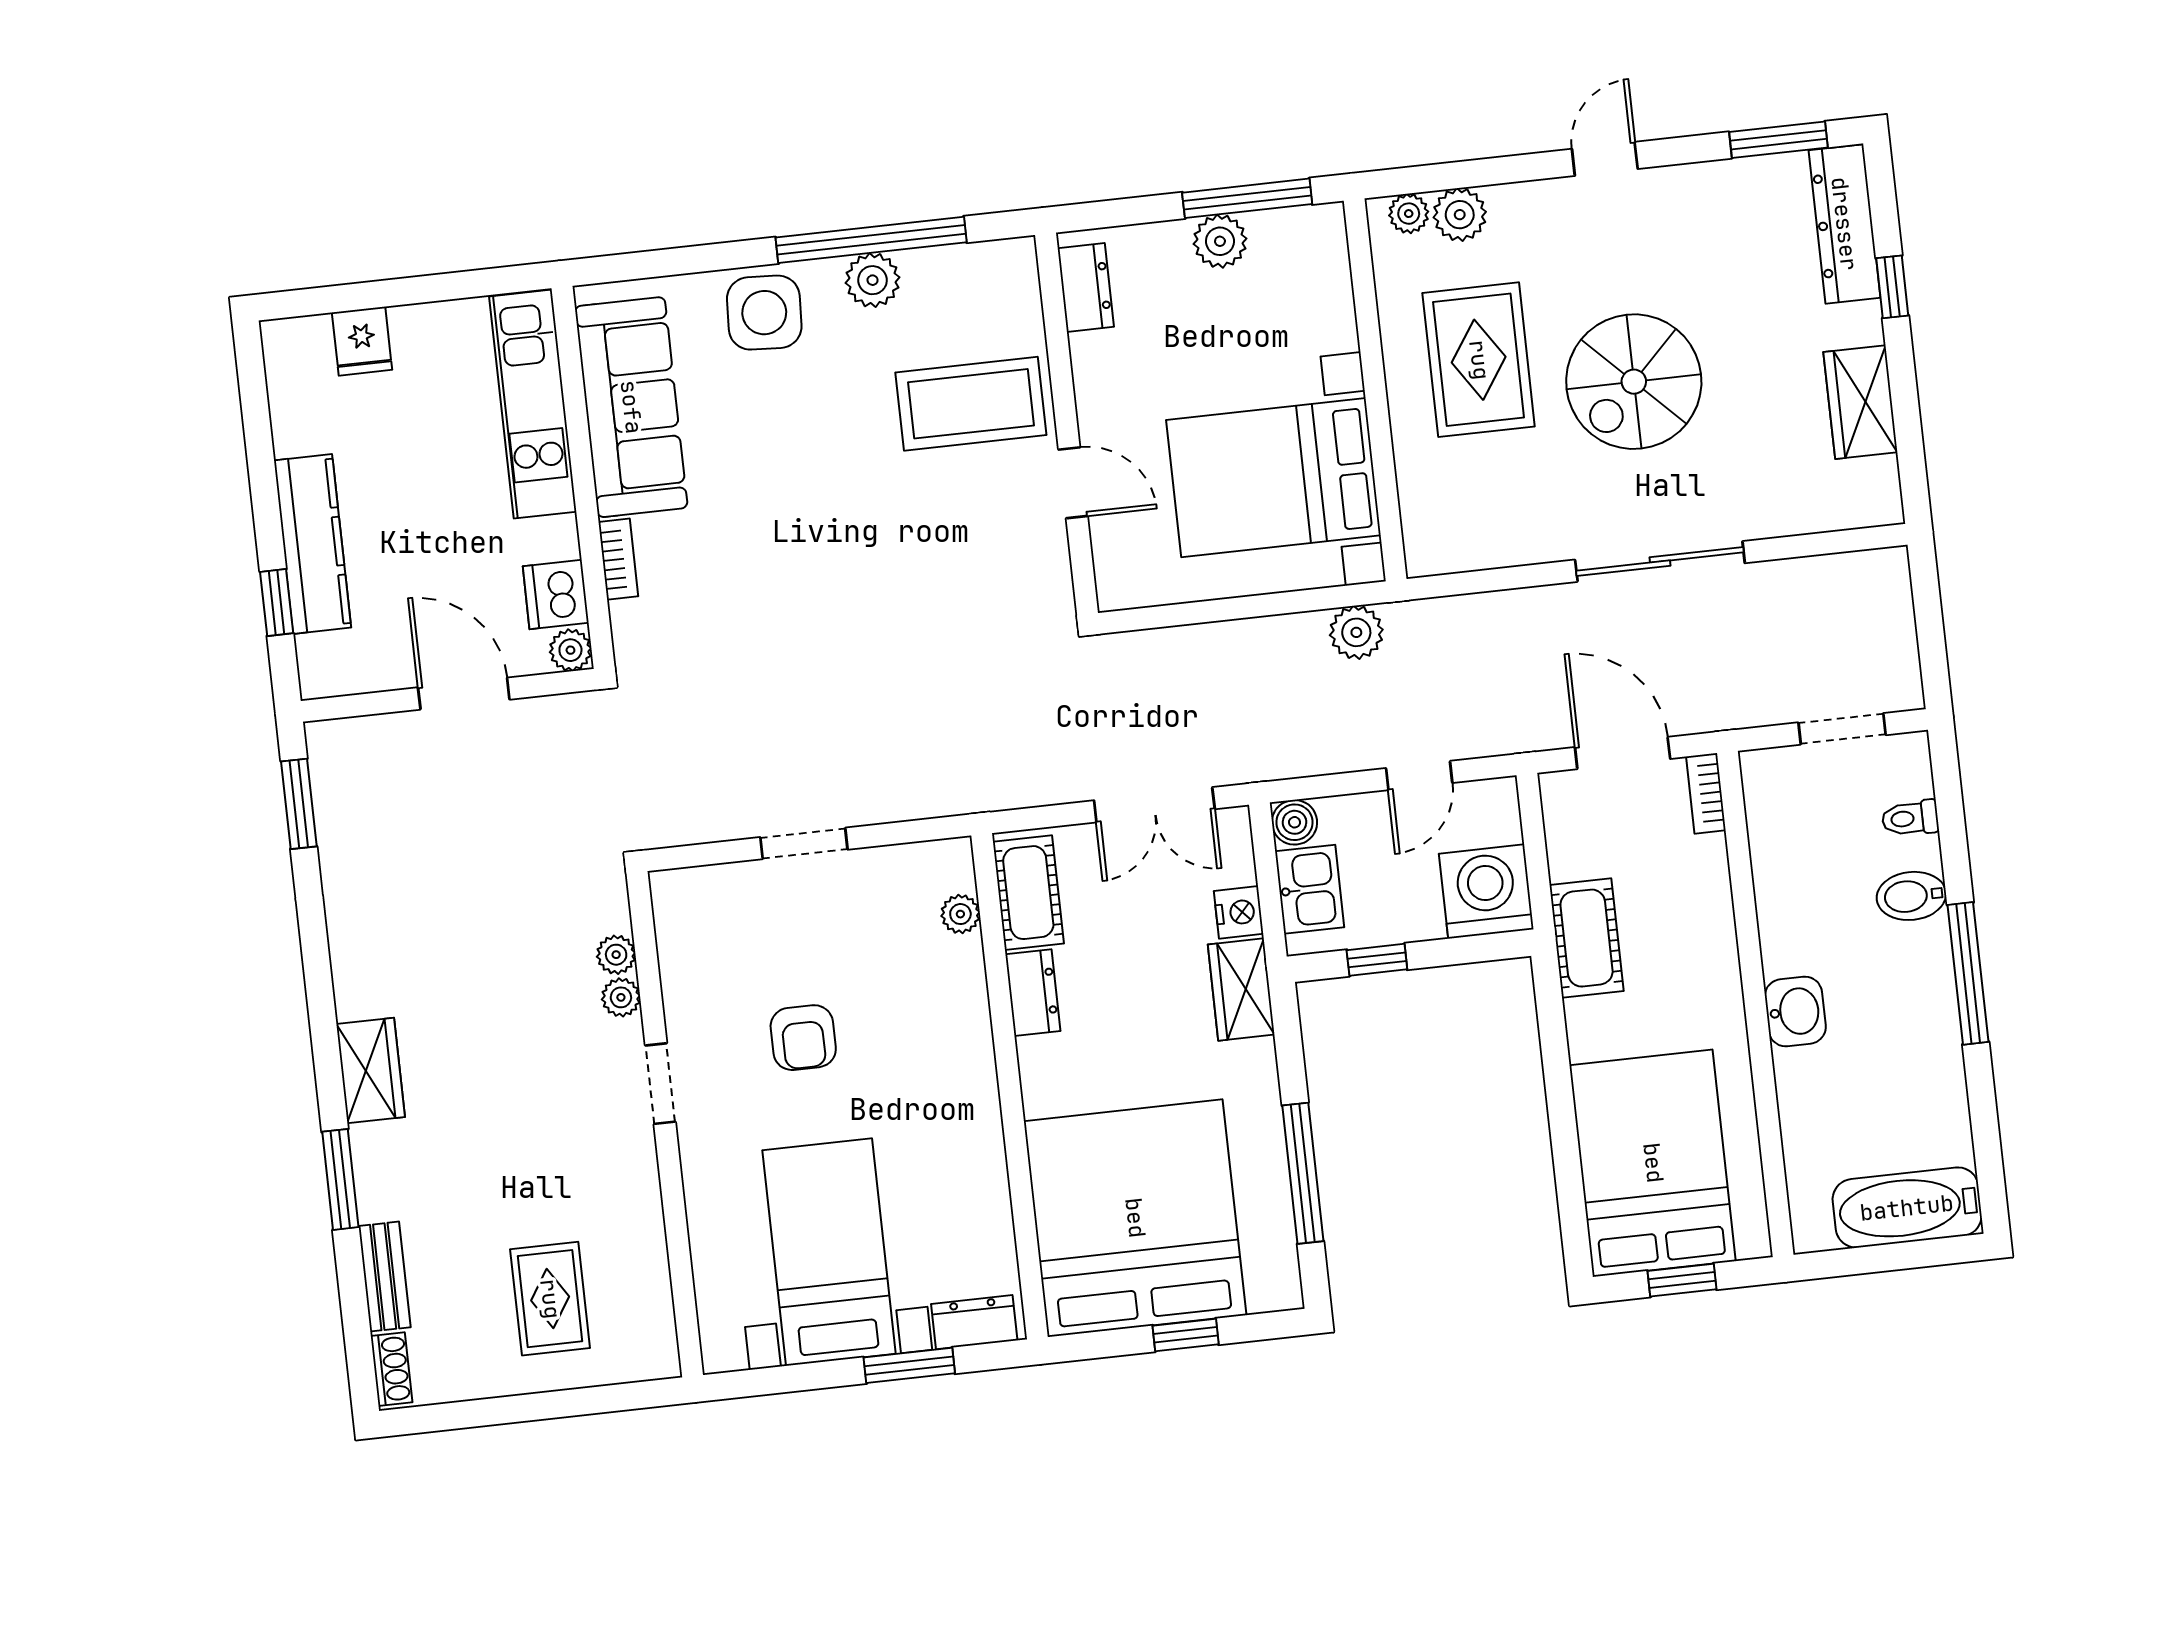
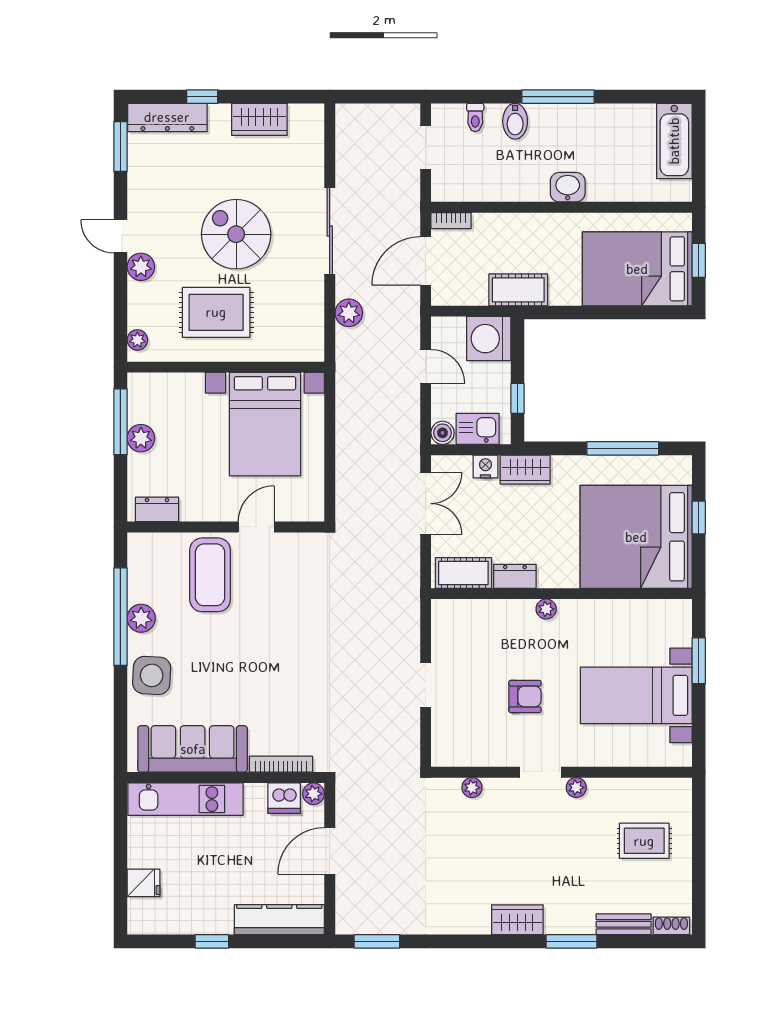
plant: (1460, 215) -> (141, 267), moved
spiral stairs: (1634, 382) -> (236, 234), turned 180
kitchen counter: (313, 544) -> (279, 920), moved
bookcase: (618, 559) -> (281, 764), width x1.56
window: (277, 603) -> (212, 941), moved
plant: (1356, 632) -> (349, 313), moved
plant: (960, 914) -> (546, 609), moved
plant: (621, 997) -> (576, 787), moved
dresser: (974, 1322) -> (680, 625), removed

